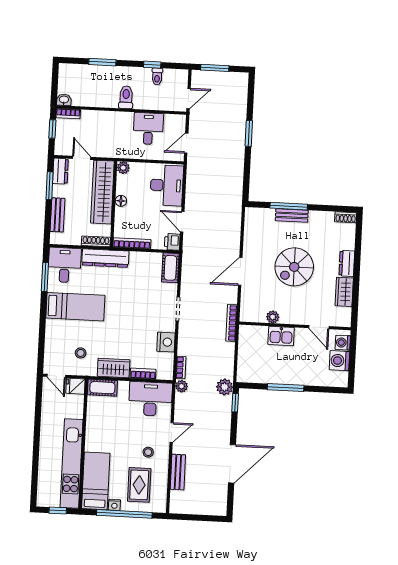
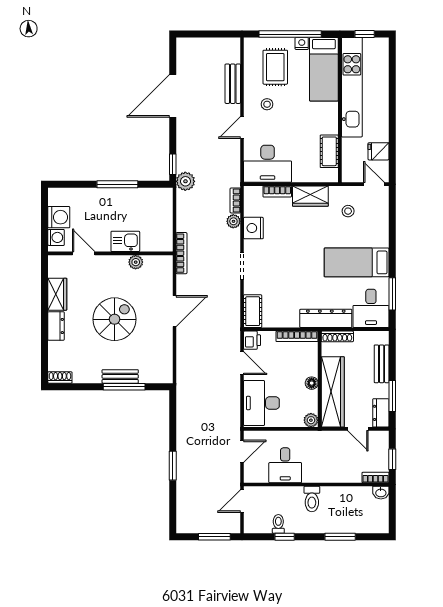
fridge: (75, 386) -> (378, 151), moved, turned 180
plant: (182, 386) -> (233, 221), moved
cot: (102, 388) -> (329, 151), moved, turned 90

